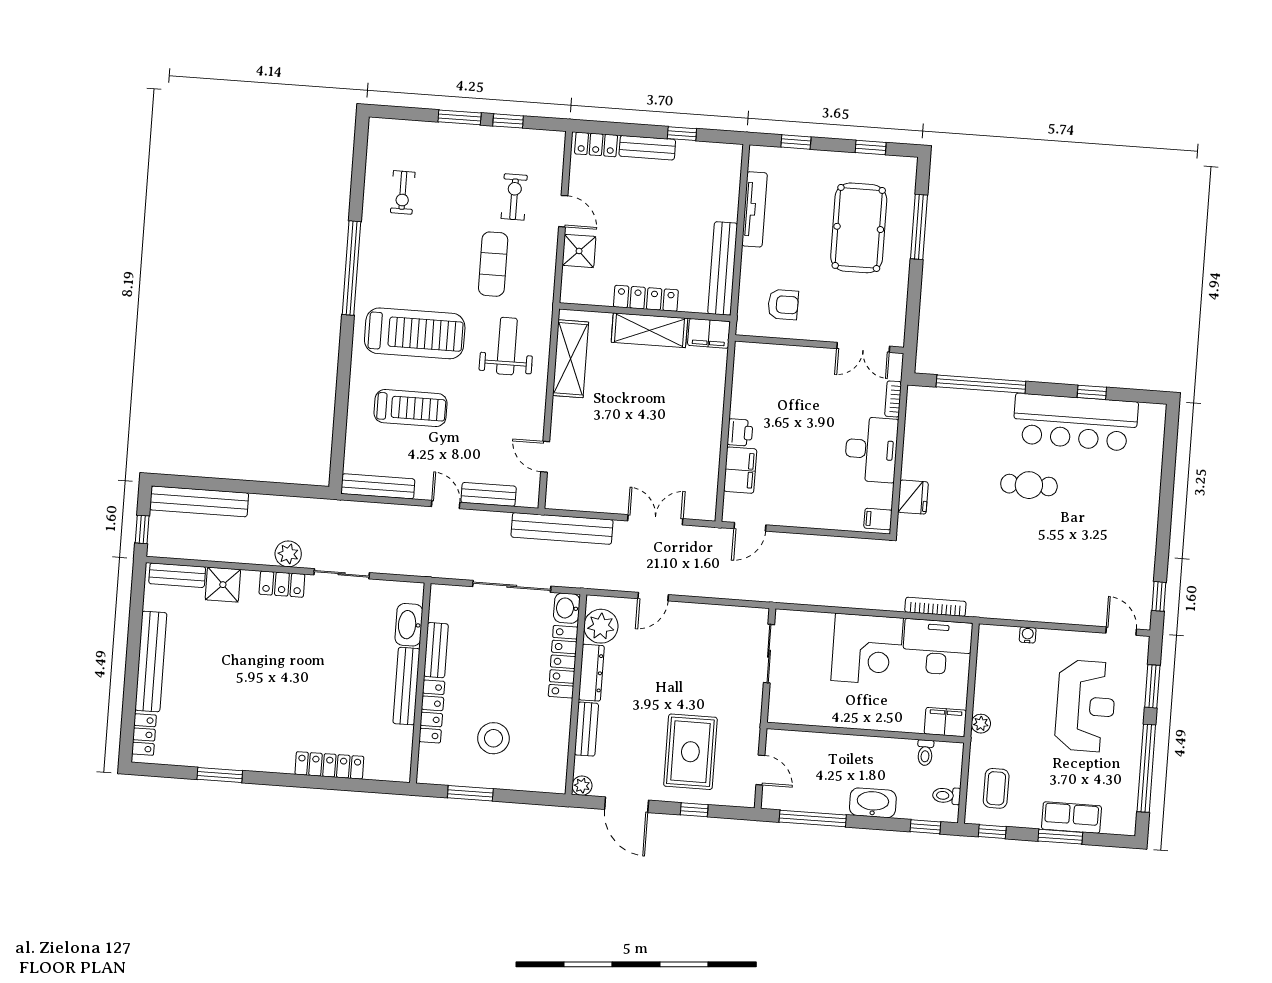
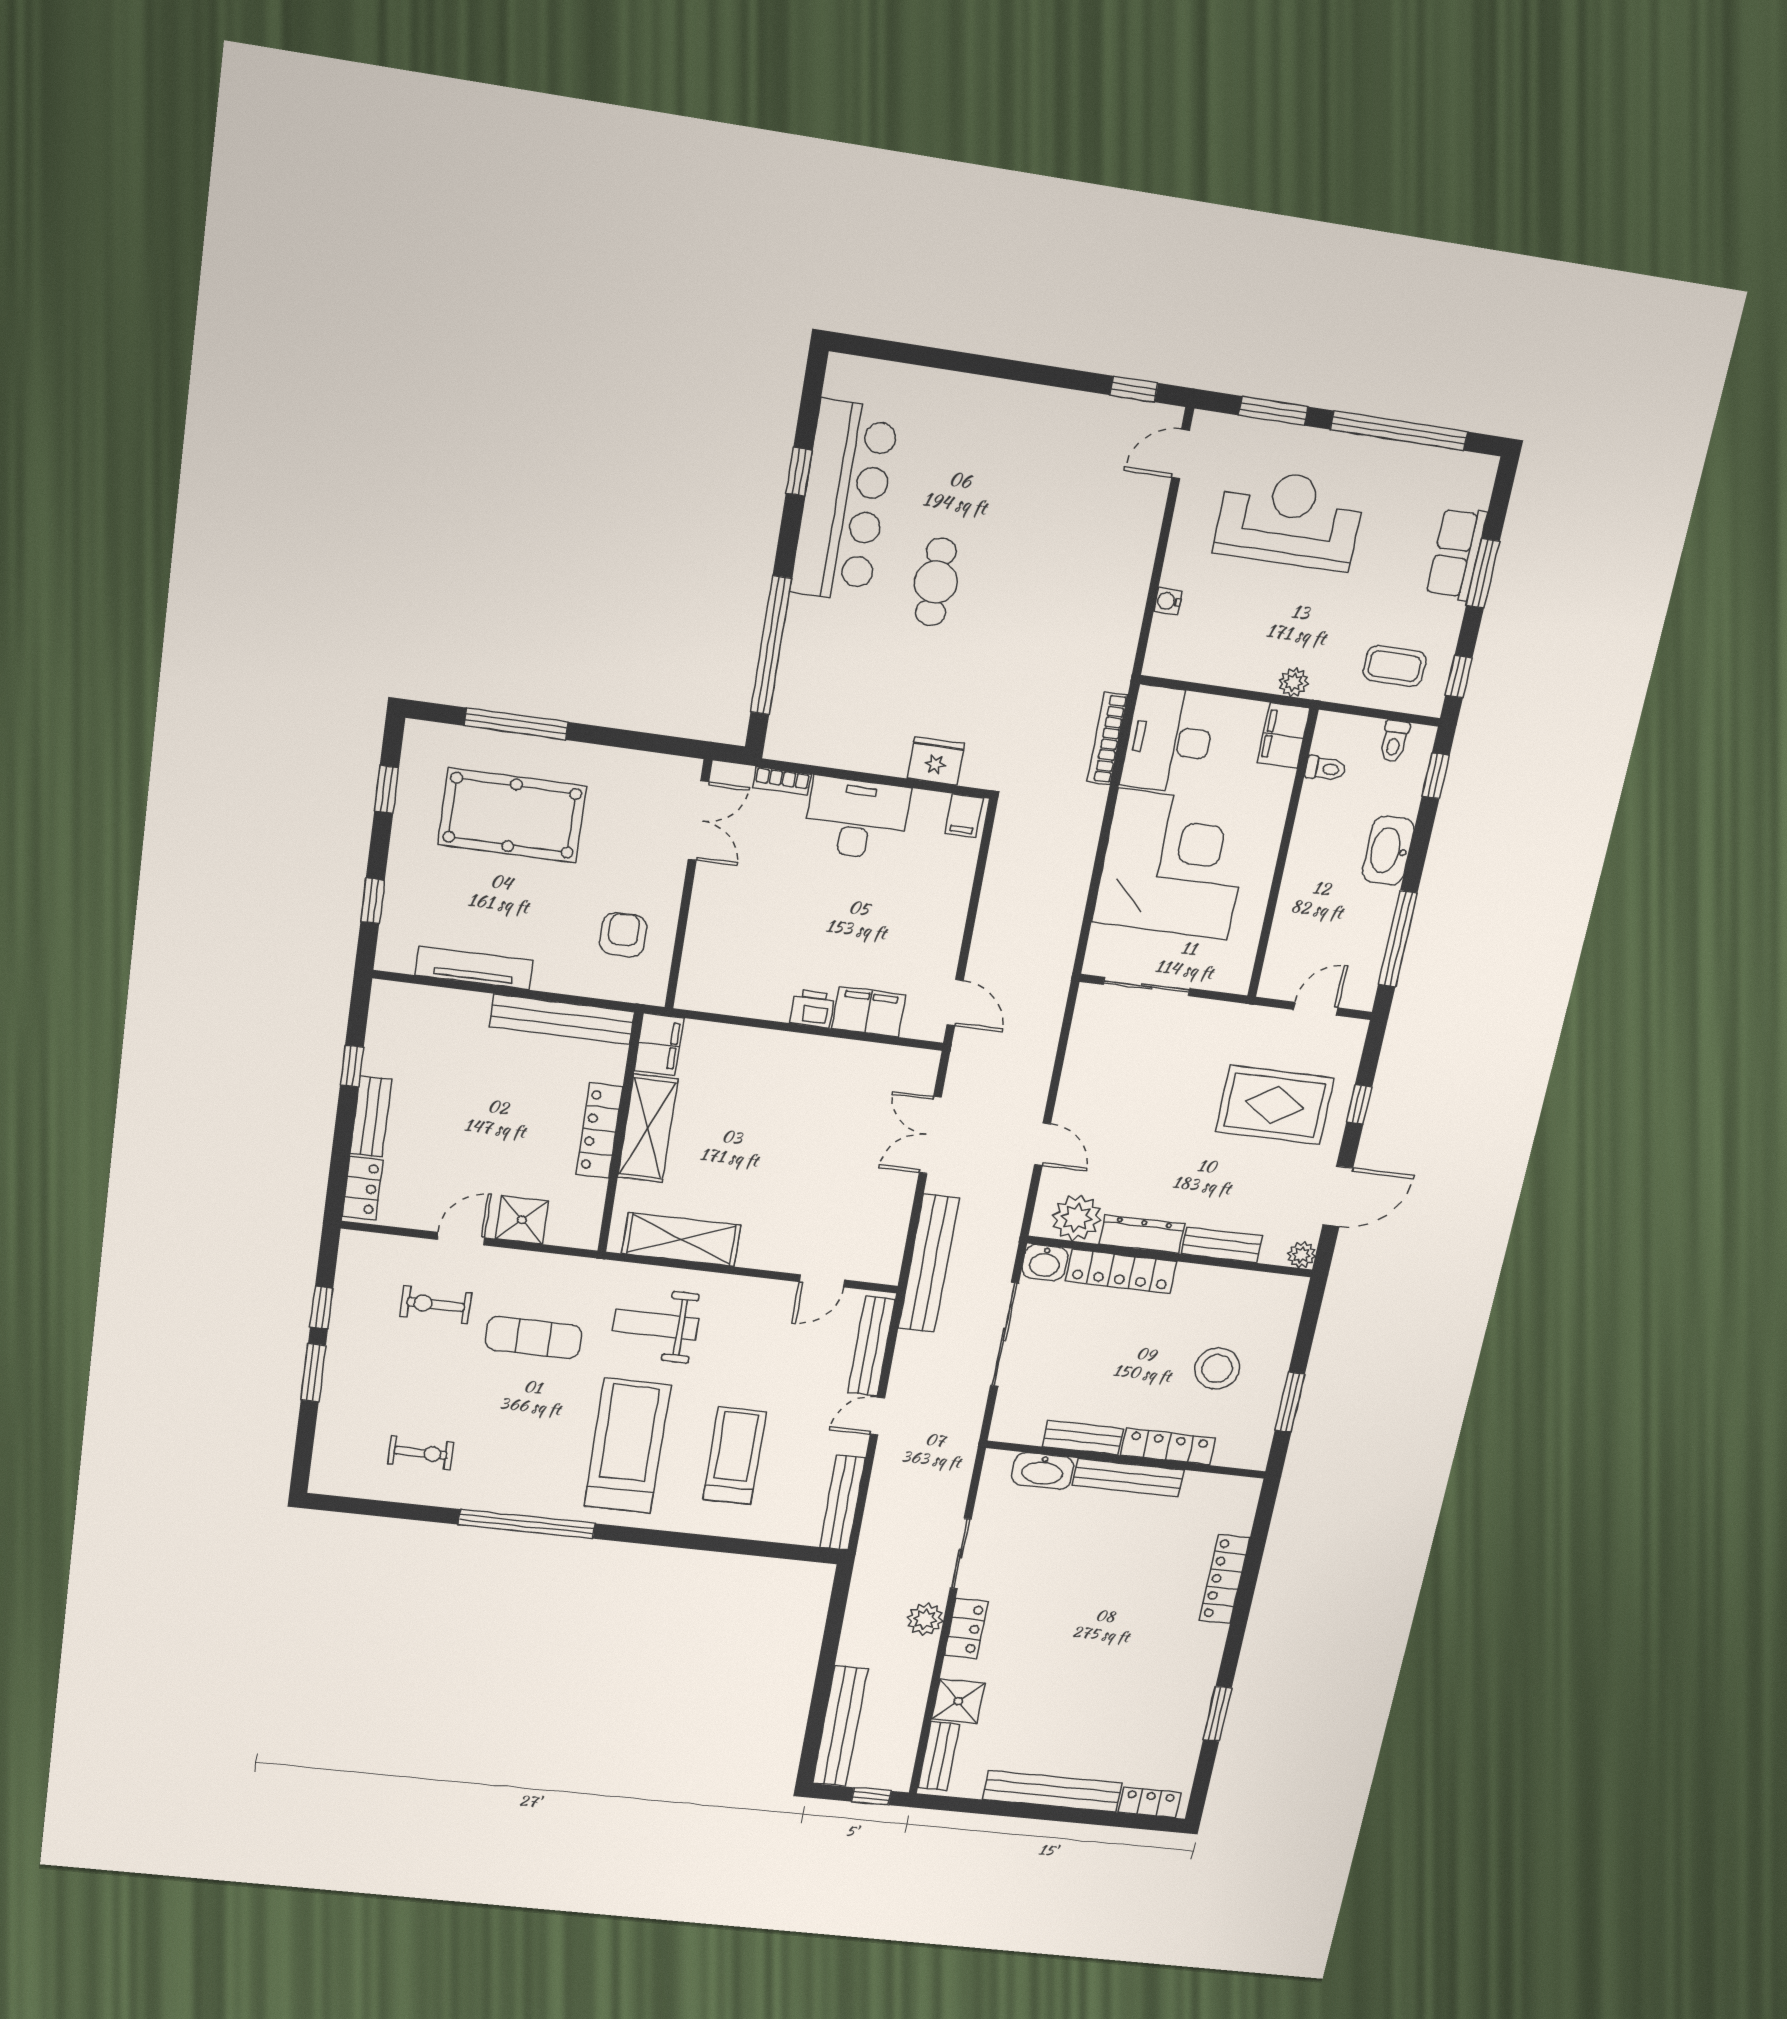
bench: (489, 494) -> (871, 1346), width x1.36
corner desk: (867, 649) -> (1173, 865), width x1.36, depth x1.36

